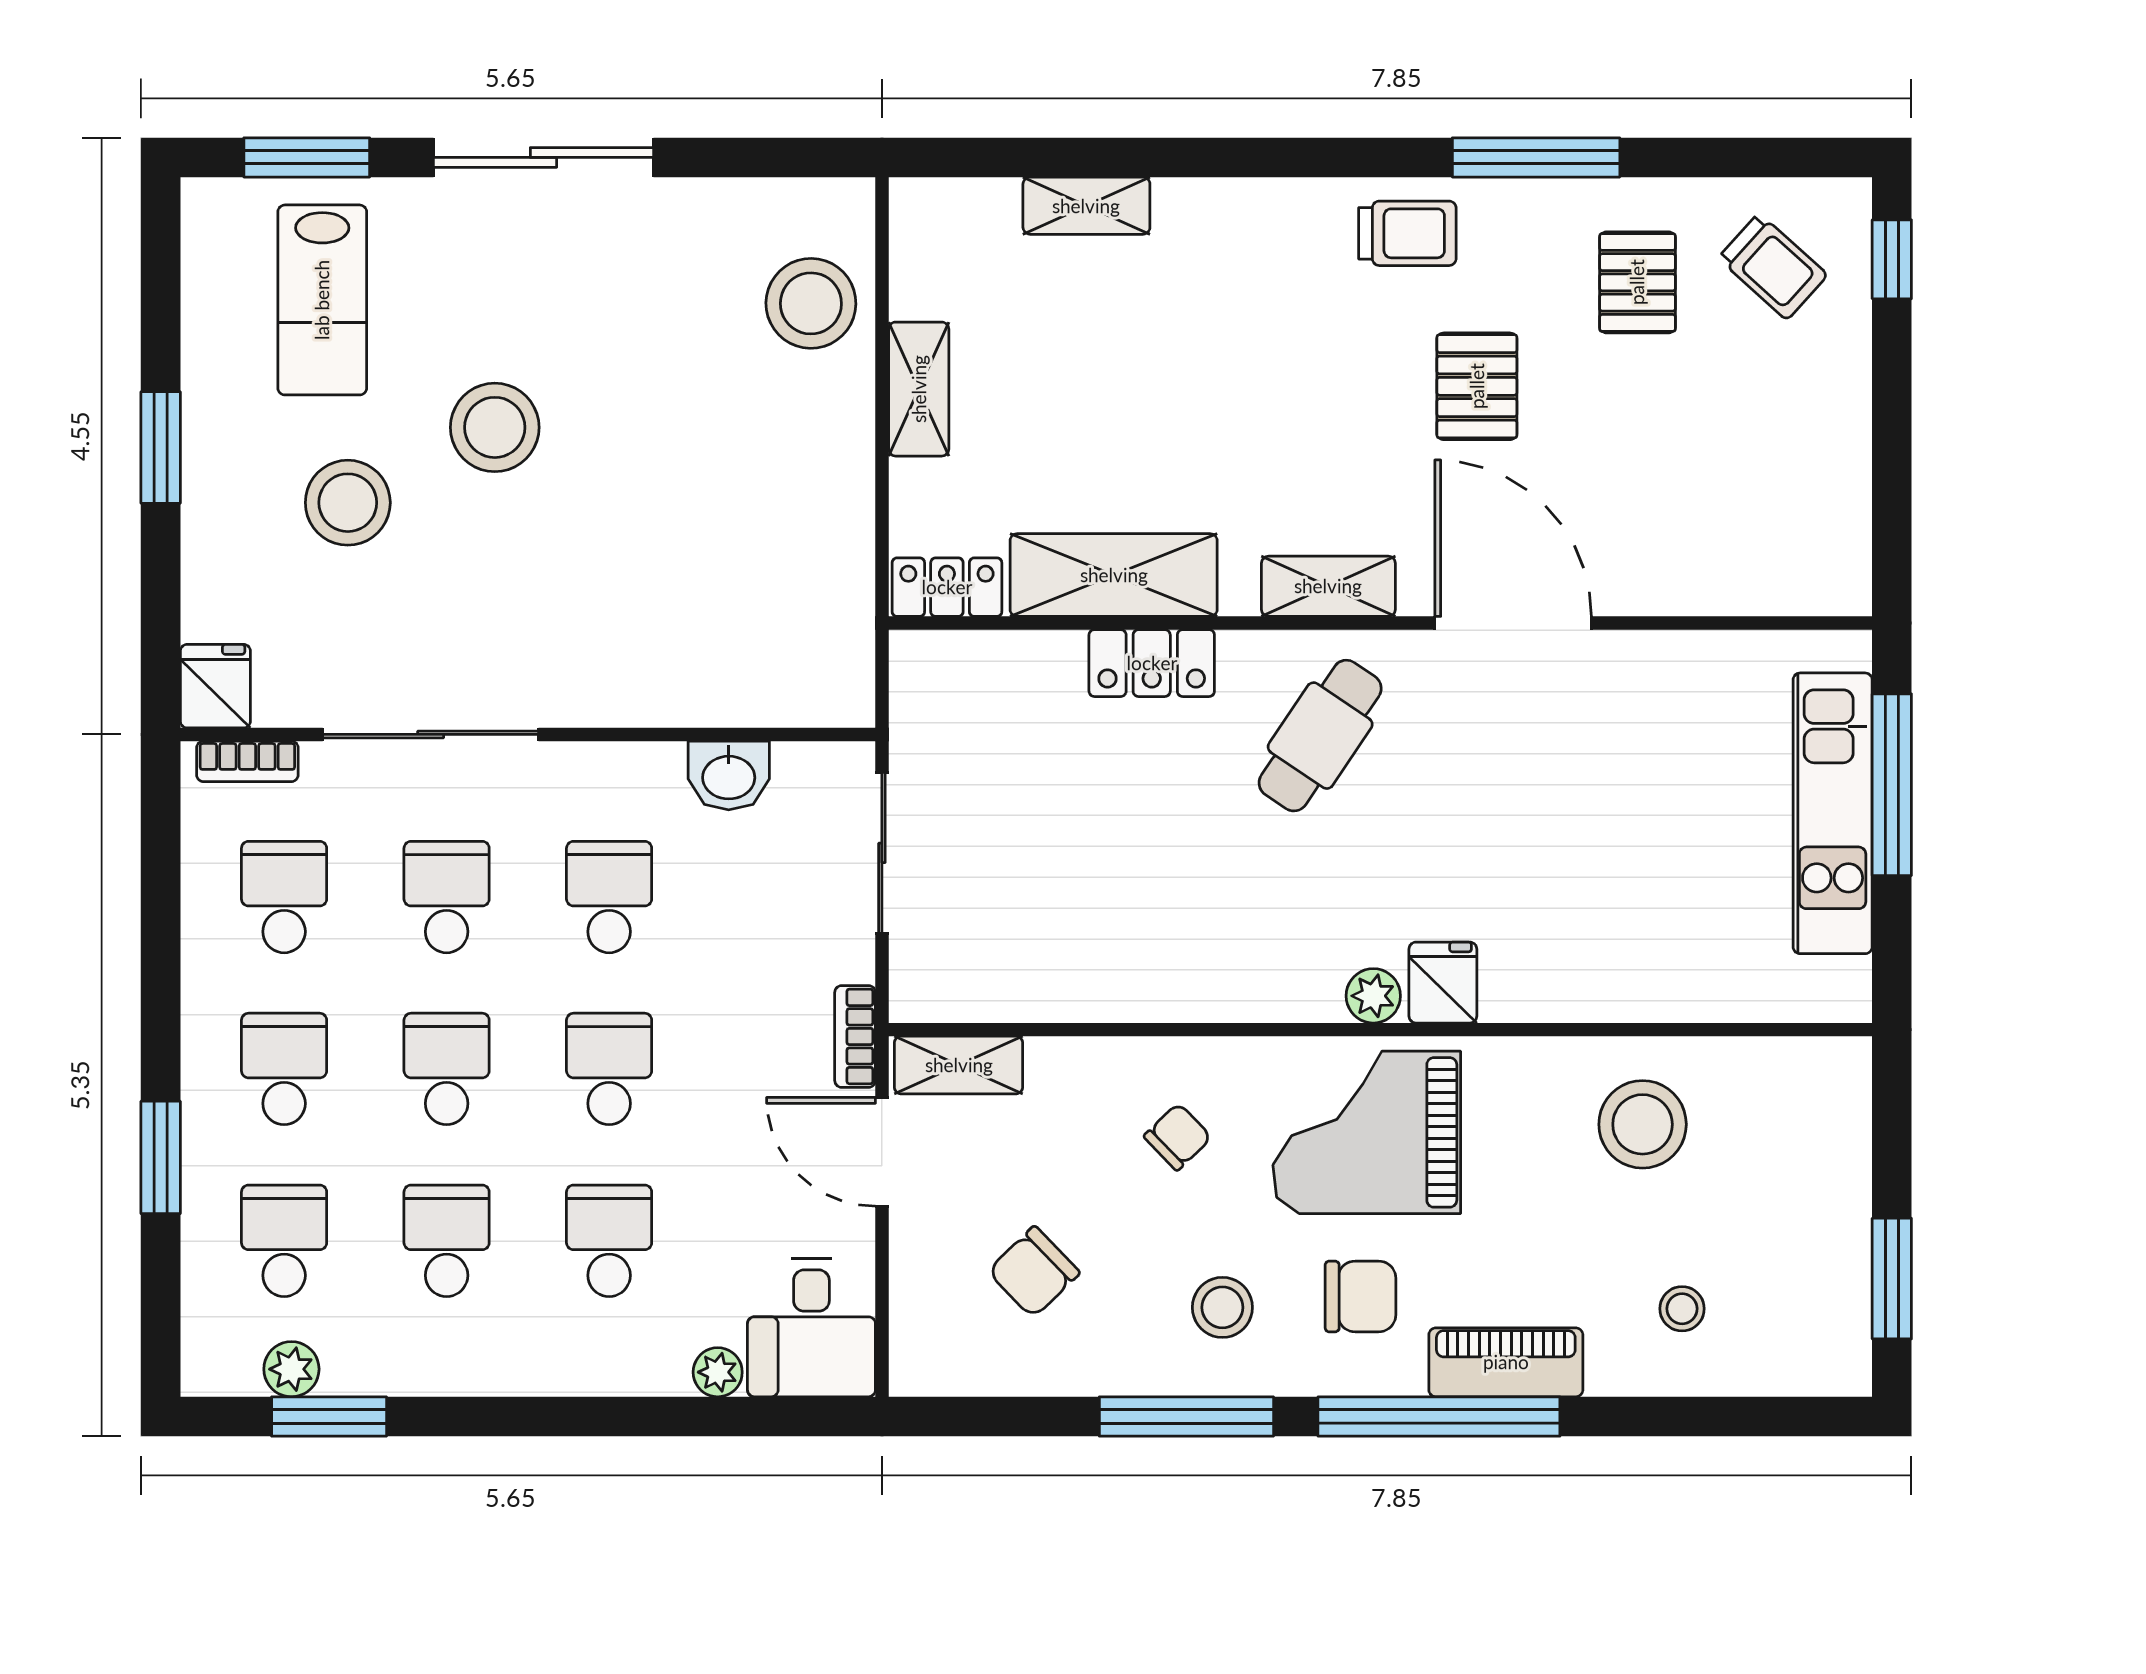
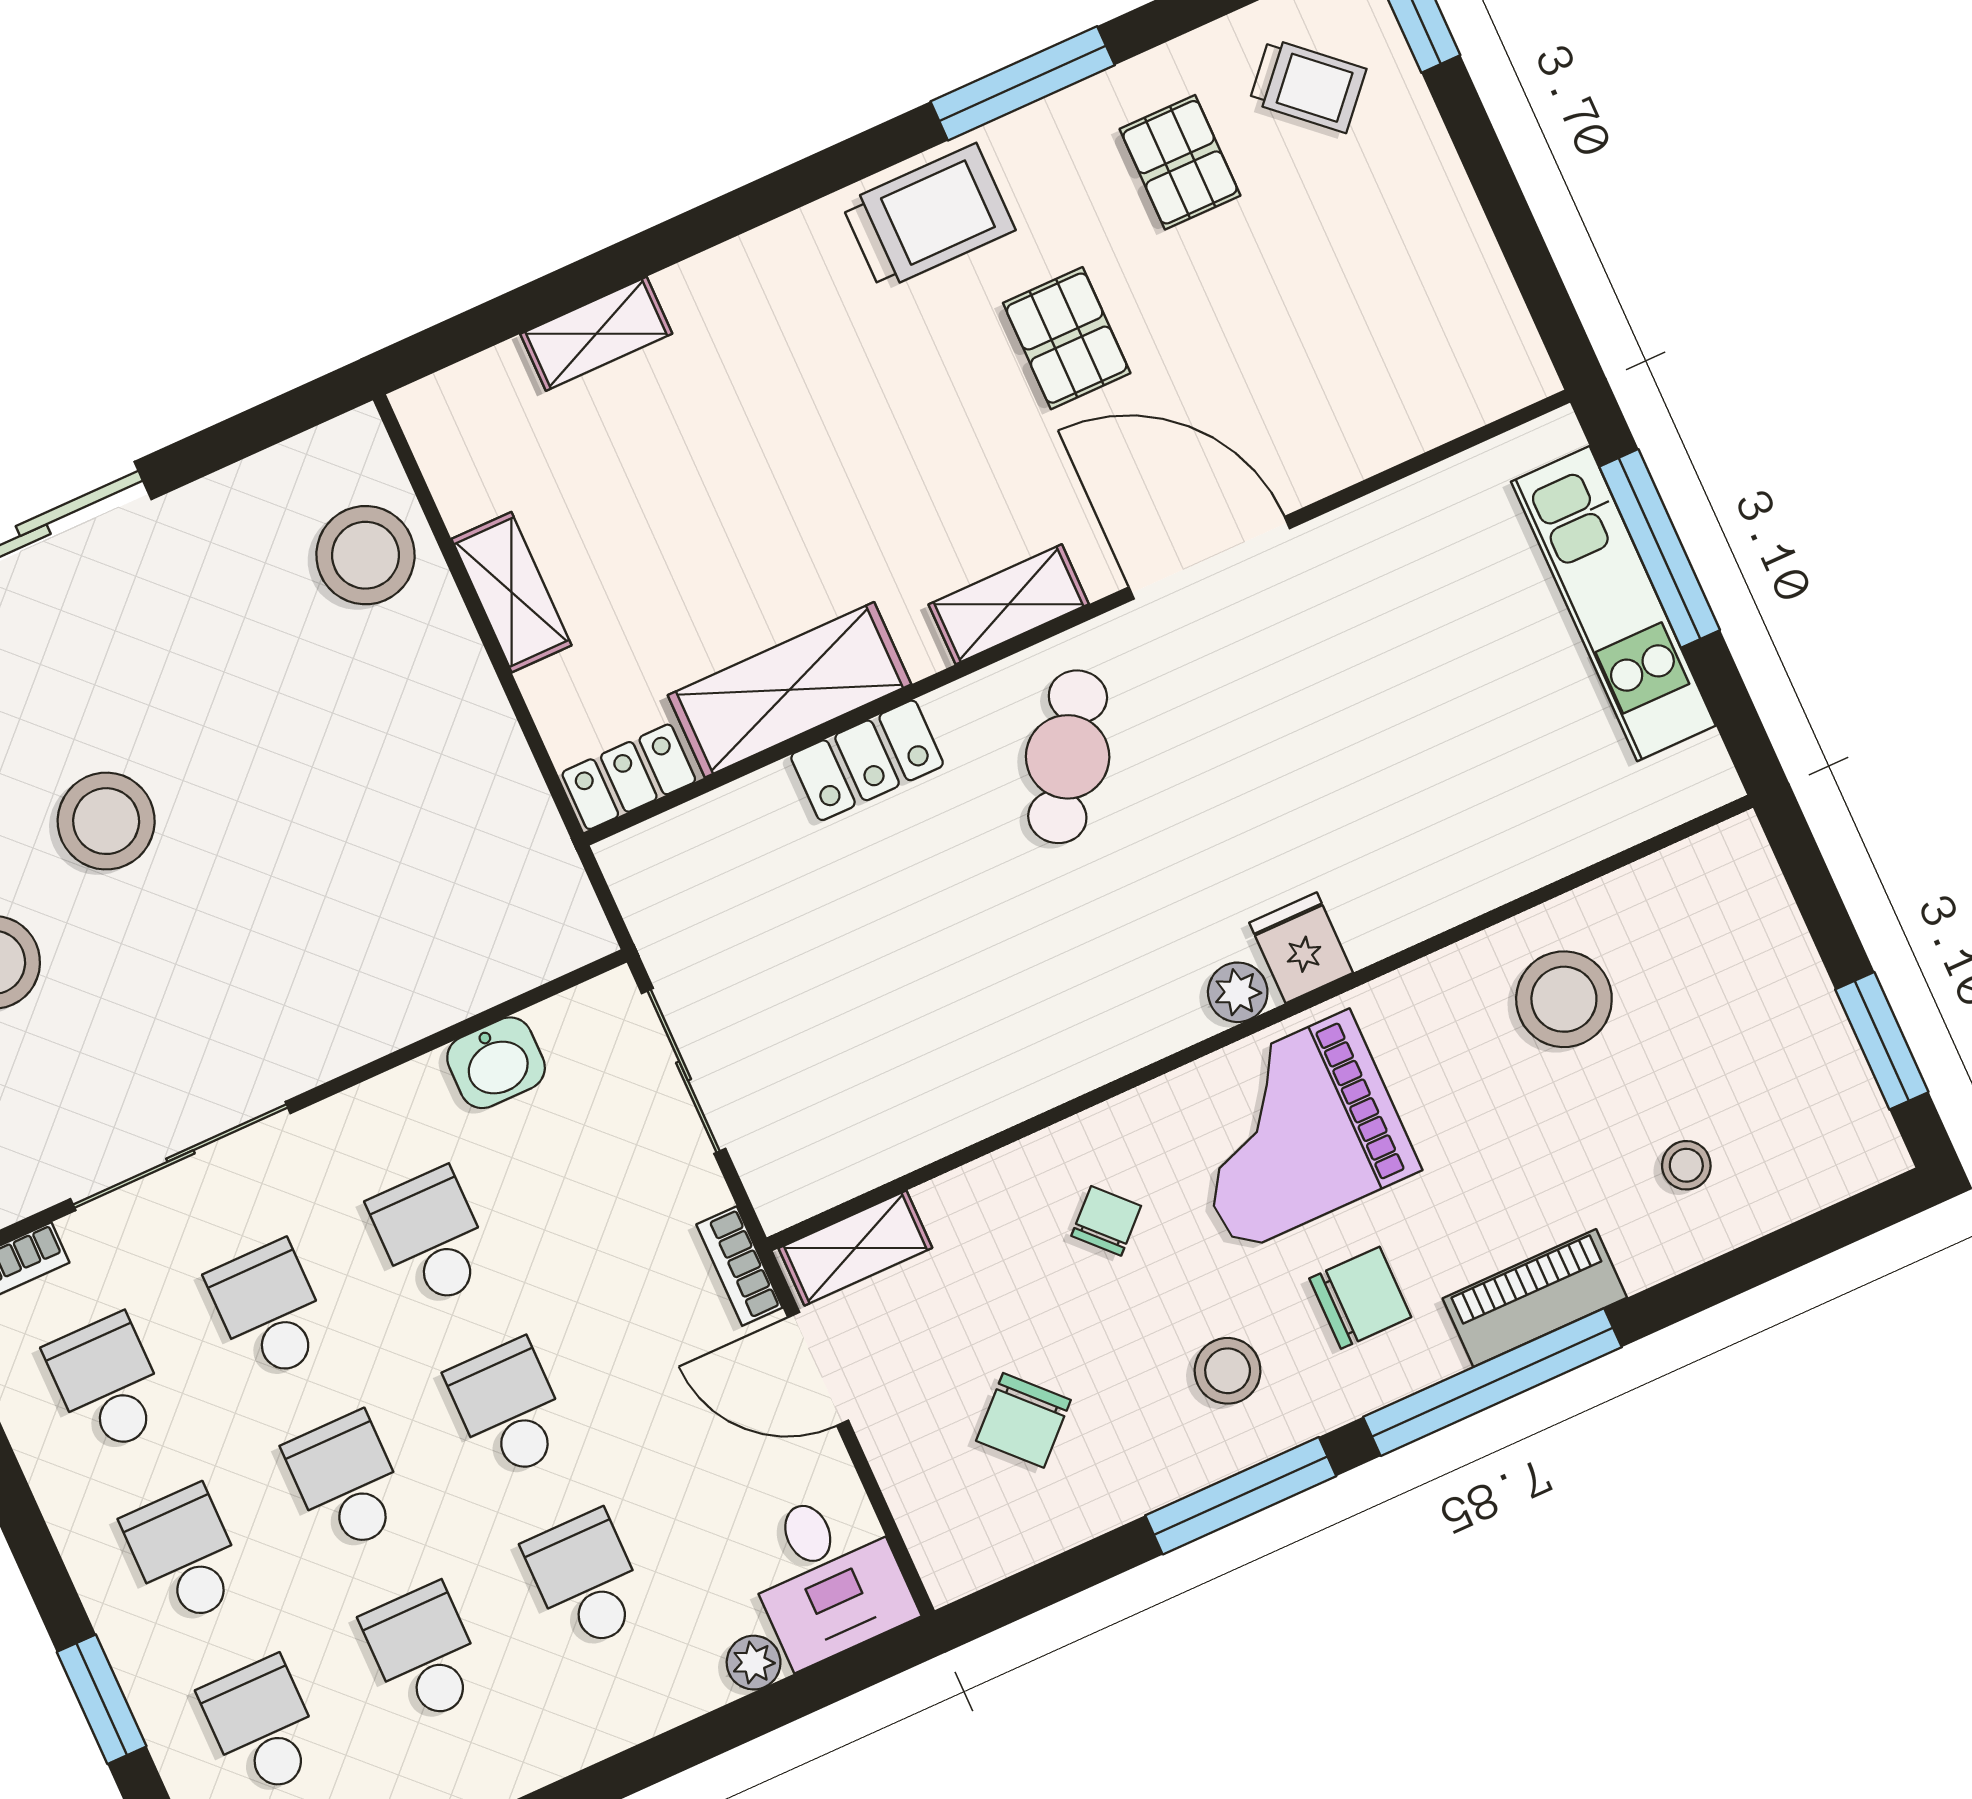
trolley: (1407, 233) -> (929, 217), width x1.36, depth x1.39

